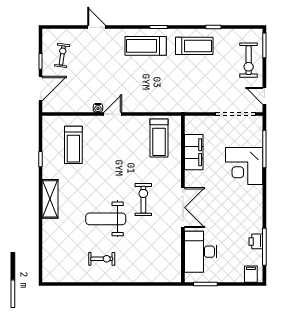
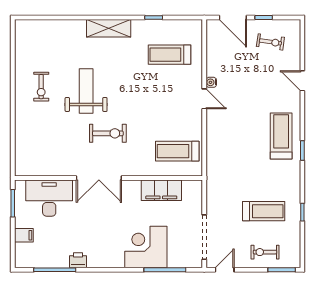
door: (97, 27) -> (302, 81), swing flipped
treadmill: (194, 46) -> (264, 211), moved, turned -90
exercise bike: (249, 60) -> (265, 252), width x0.73, depth x0.72
printer: (256, 241) -> (78, 260), moved
filing cabinet: (251, 274) -> (24, 235), moved

